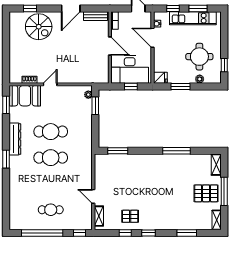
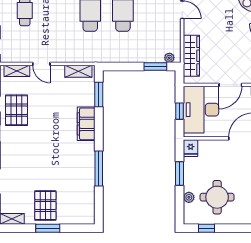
wardrobe: (87, 77) -> (191, 56), added
filing cabinet: (141, 161) -> (86, 124), added
shelving: (216, 165) -> (78, 71), moved
window: (224, 191) -> (48, 228), width x0.69
door: (93, 196) -> (41, 64), swing flipped
pallet: (130, 216) -> (17, 110), width x1.50, depth x1.42

